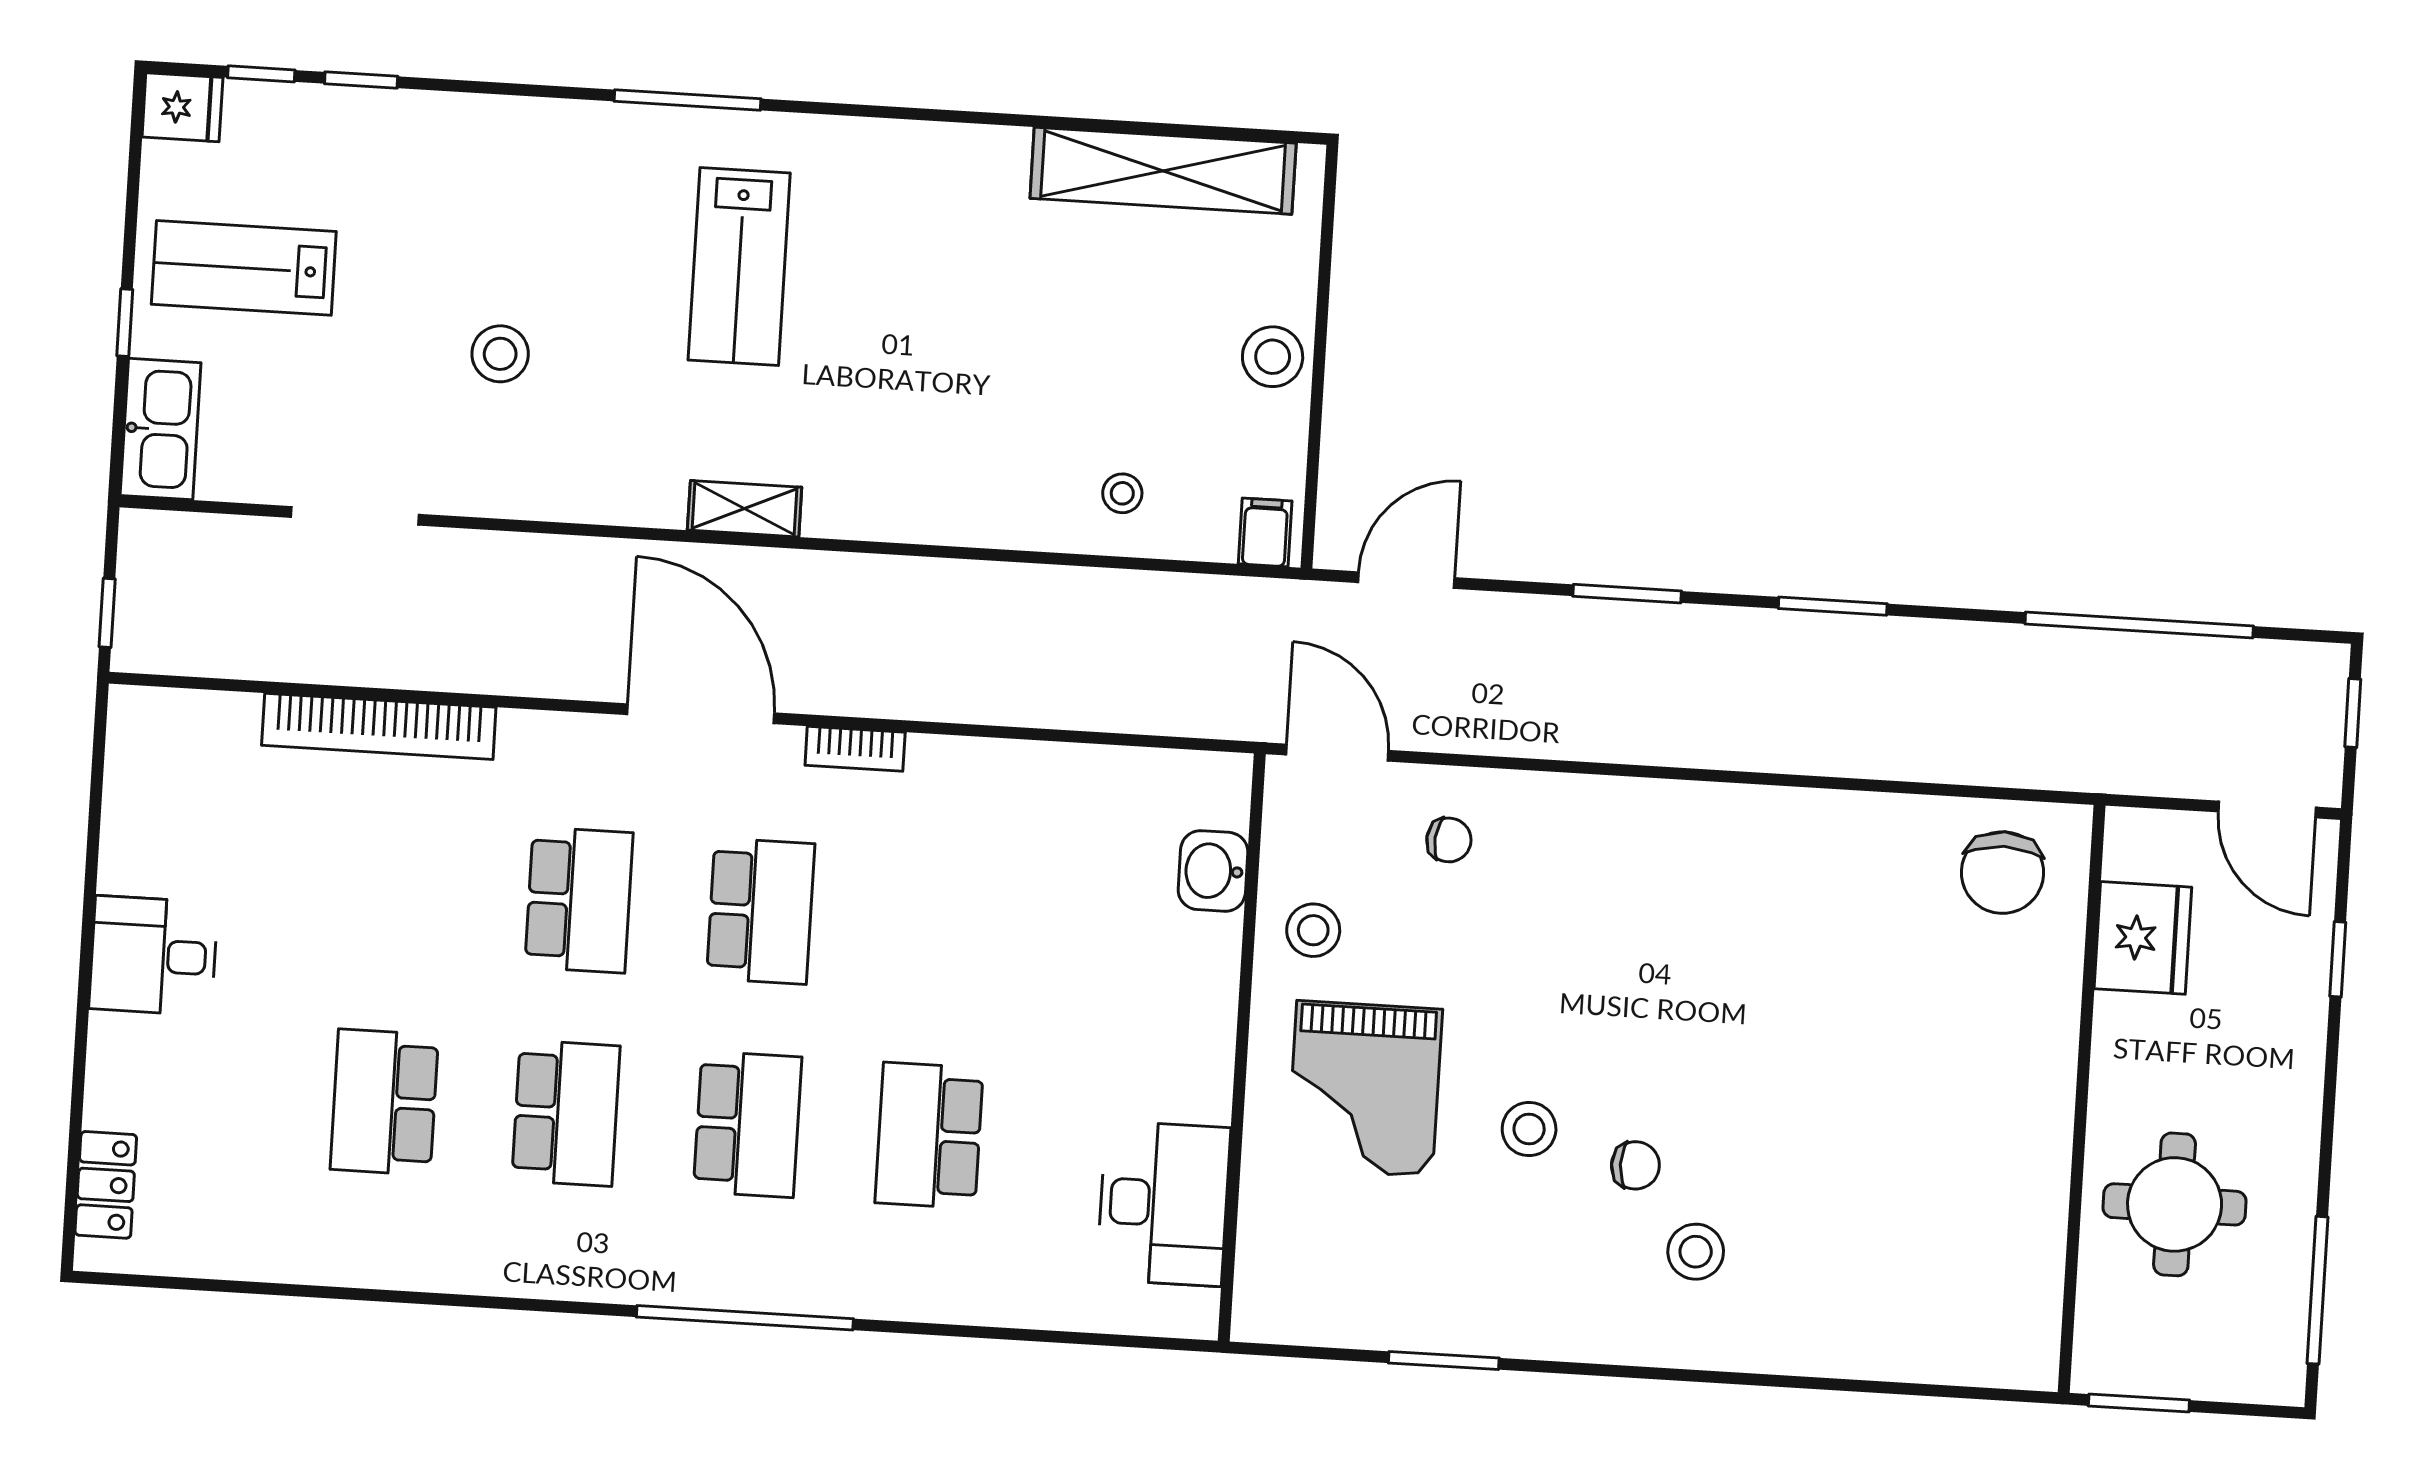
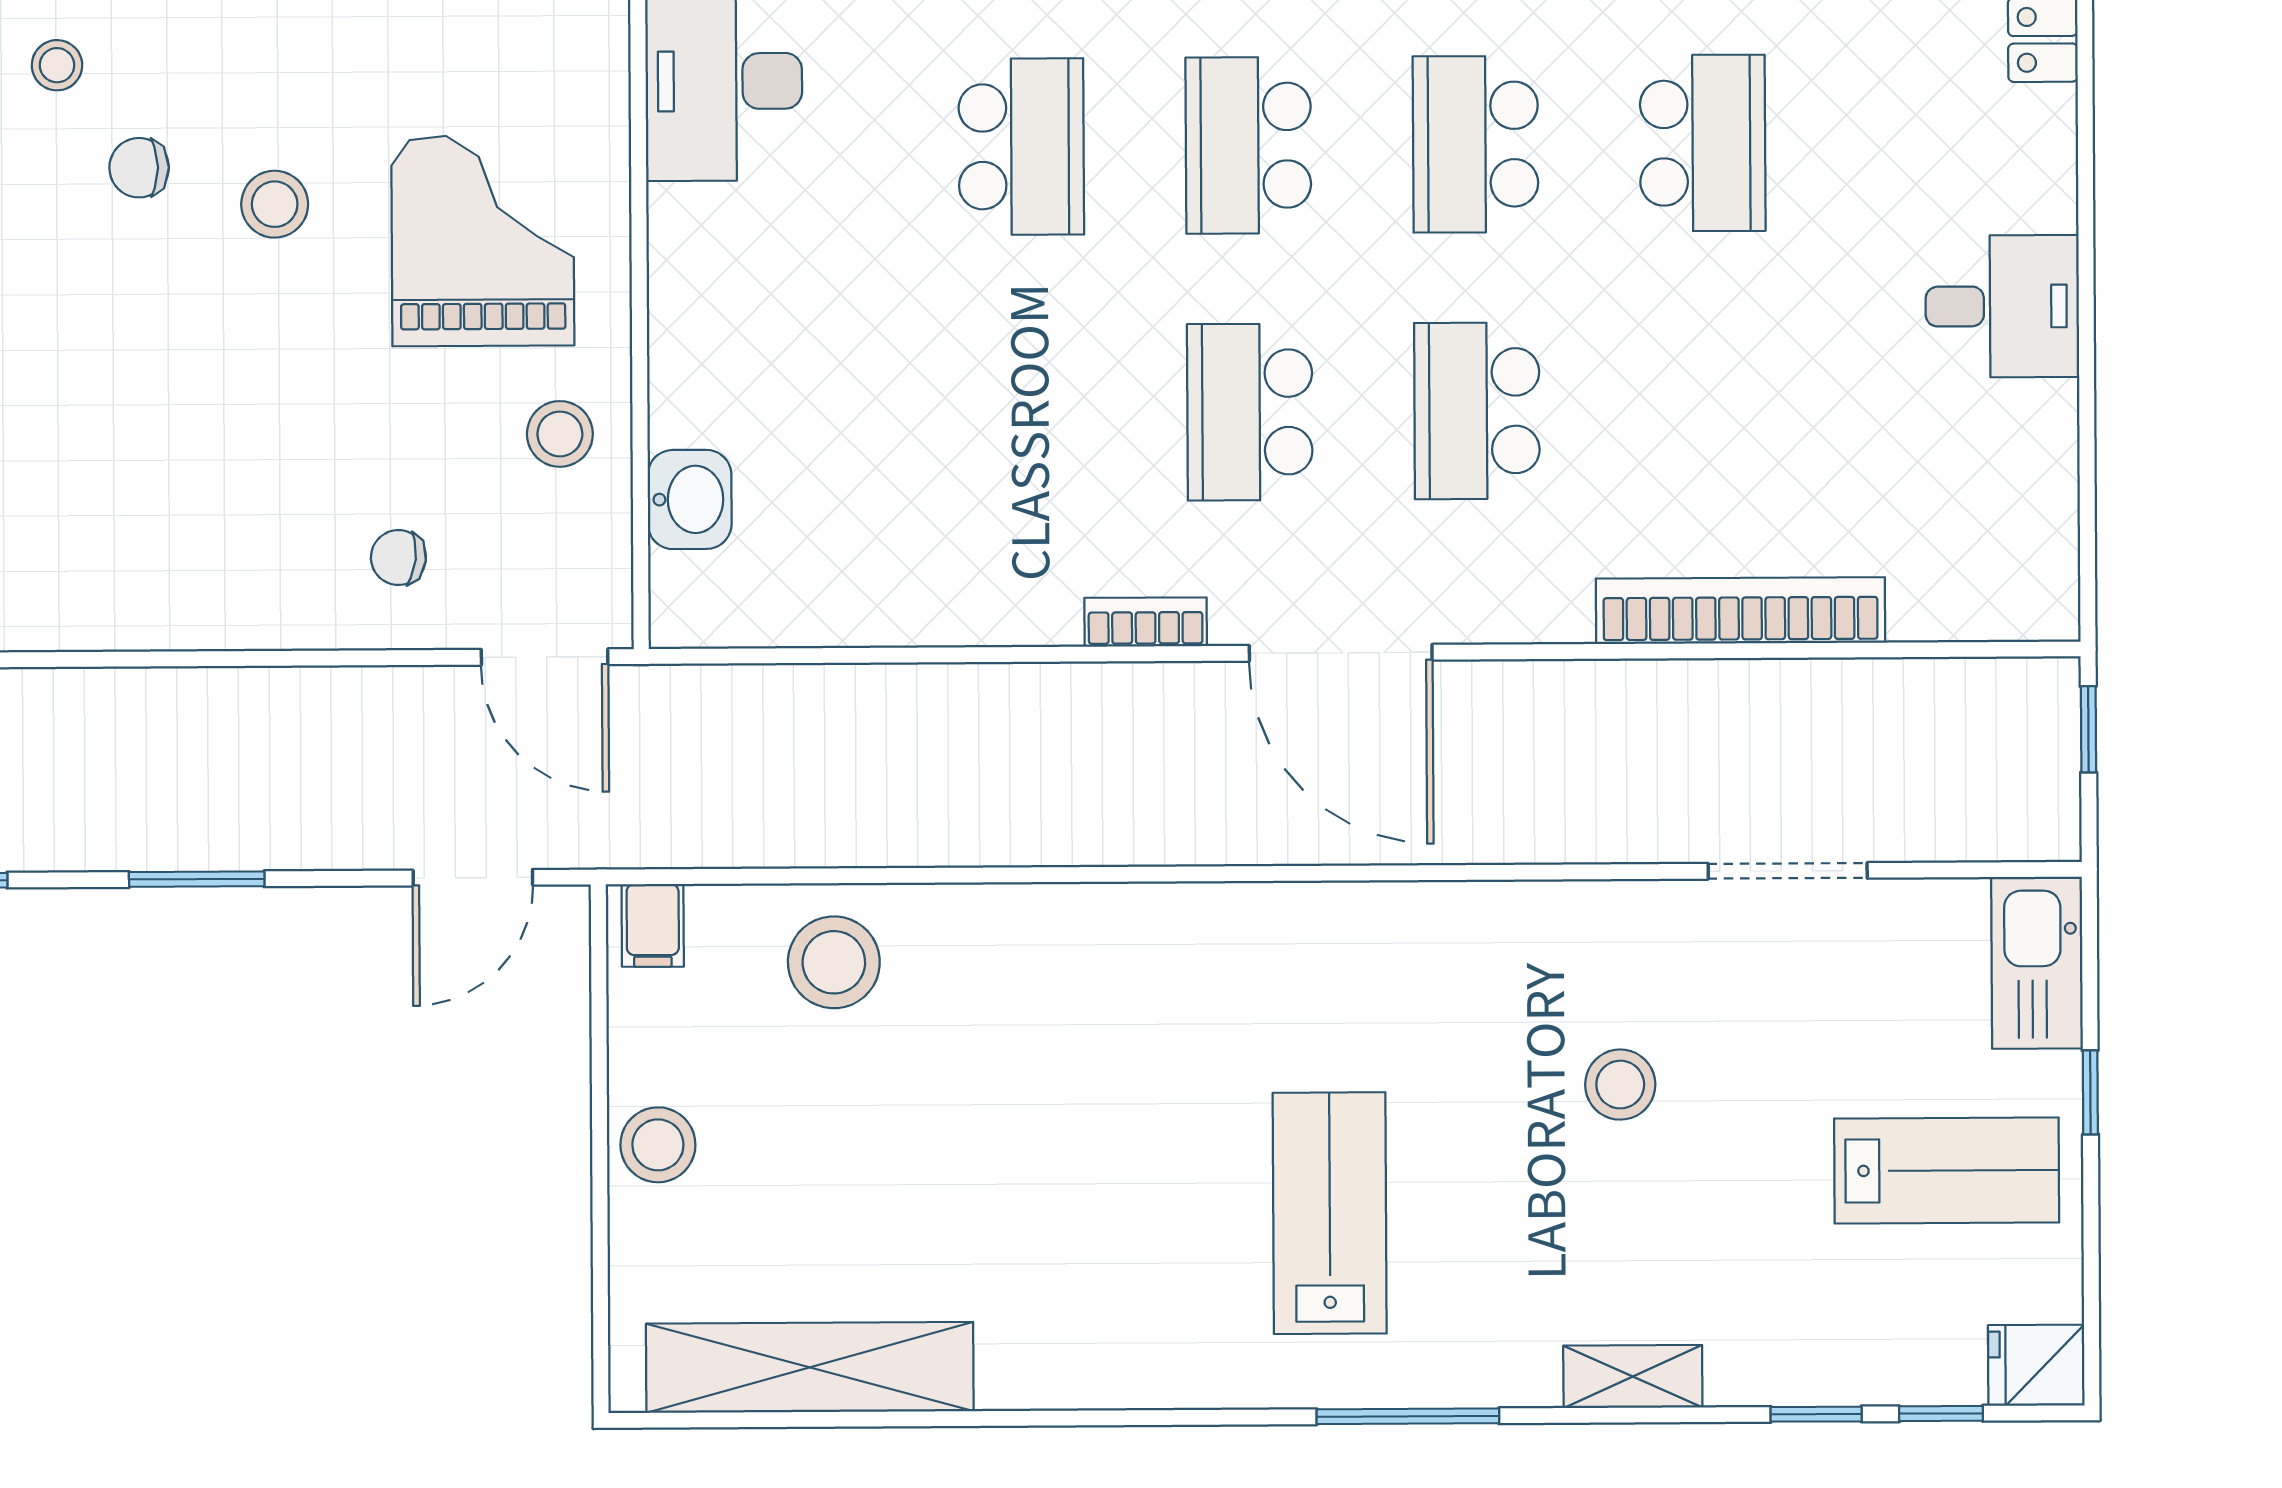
stool: (1122, 493) -> (834, 962), width x1.89, depth x1.89
shelving: (745, 509) -> (1633, 1377), moved
stool: (1696, 1252) -> (57, 65), width x0.73, depth x0.73

